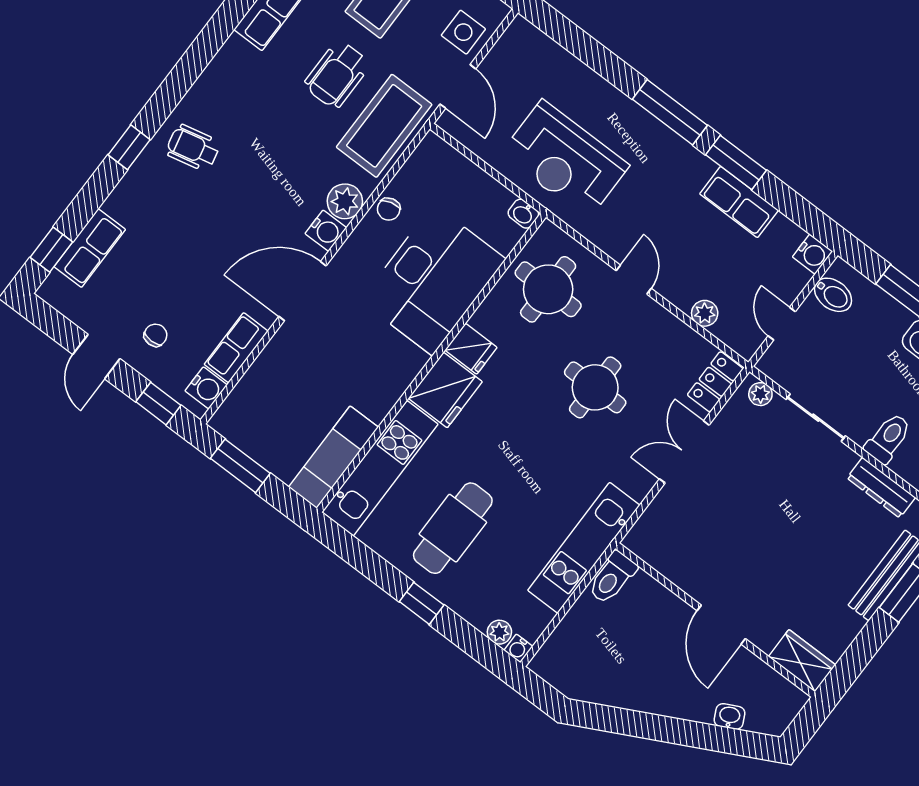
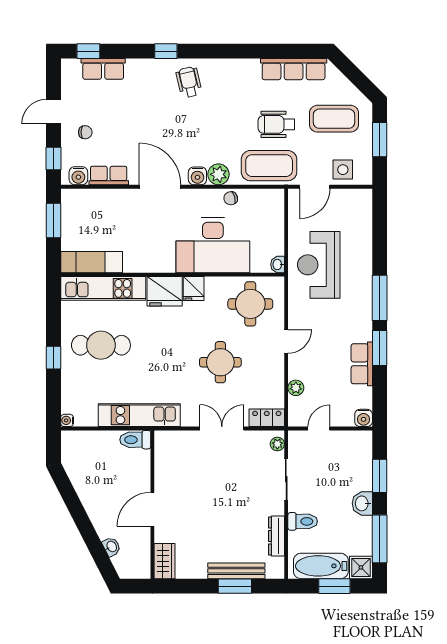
bidet: (833, 295) -> (351, 443), removed
plant: (499, 632) -> (68, 405), removed

